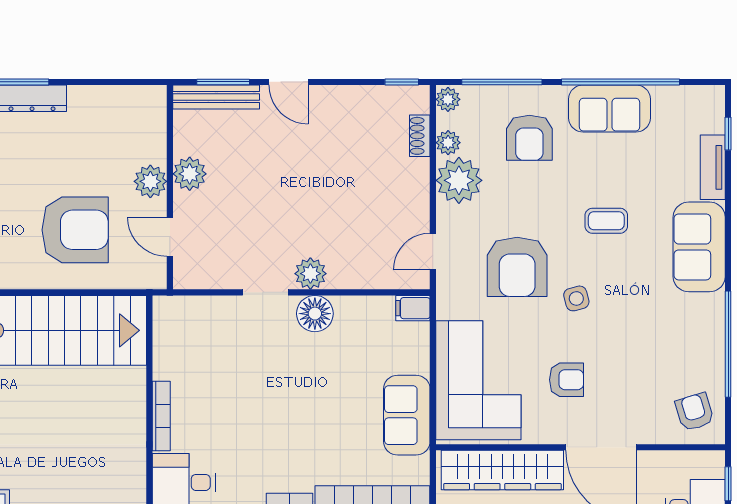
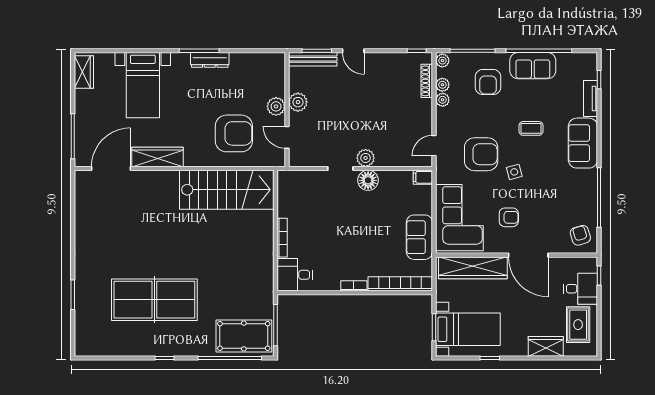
shoe rack: (420, 136) -> (427, 81), width x1.43
plant: (459, 180) -> (443, 100), width x0.53, depth x0.53
armchair: (517, 267) -> (481, 154), turned -90

